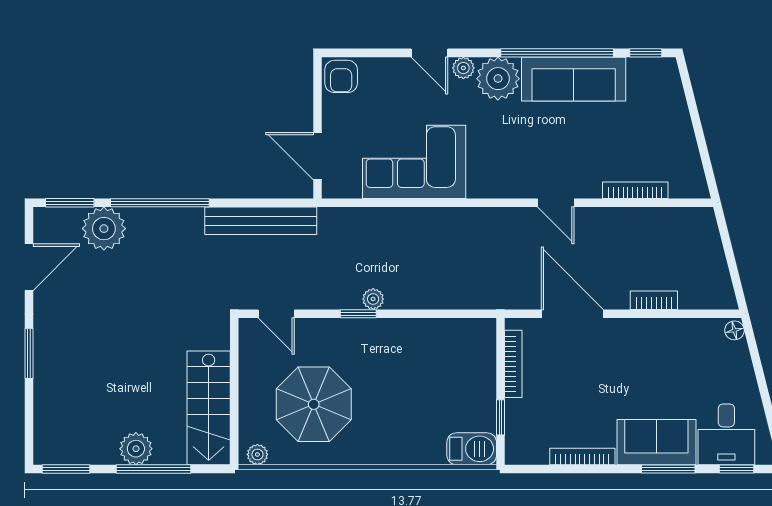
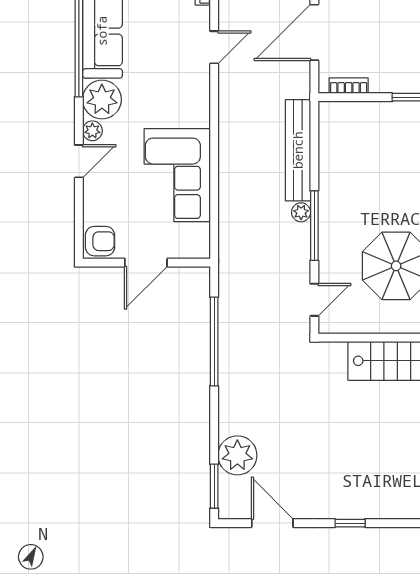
door: (317, 156) -> (146, 263), moved
window: (160, 203) -> (214, 341), moved
bench: (261, 221) -> (298, 150), moved
window: (358, 314) -> (314, 226), width x2.17
window: (29, 353) -> (350, 523), width x0.67
bookcase: (513, 364) -> (349, 86), width x0.64

